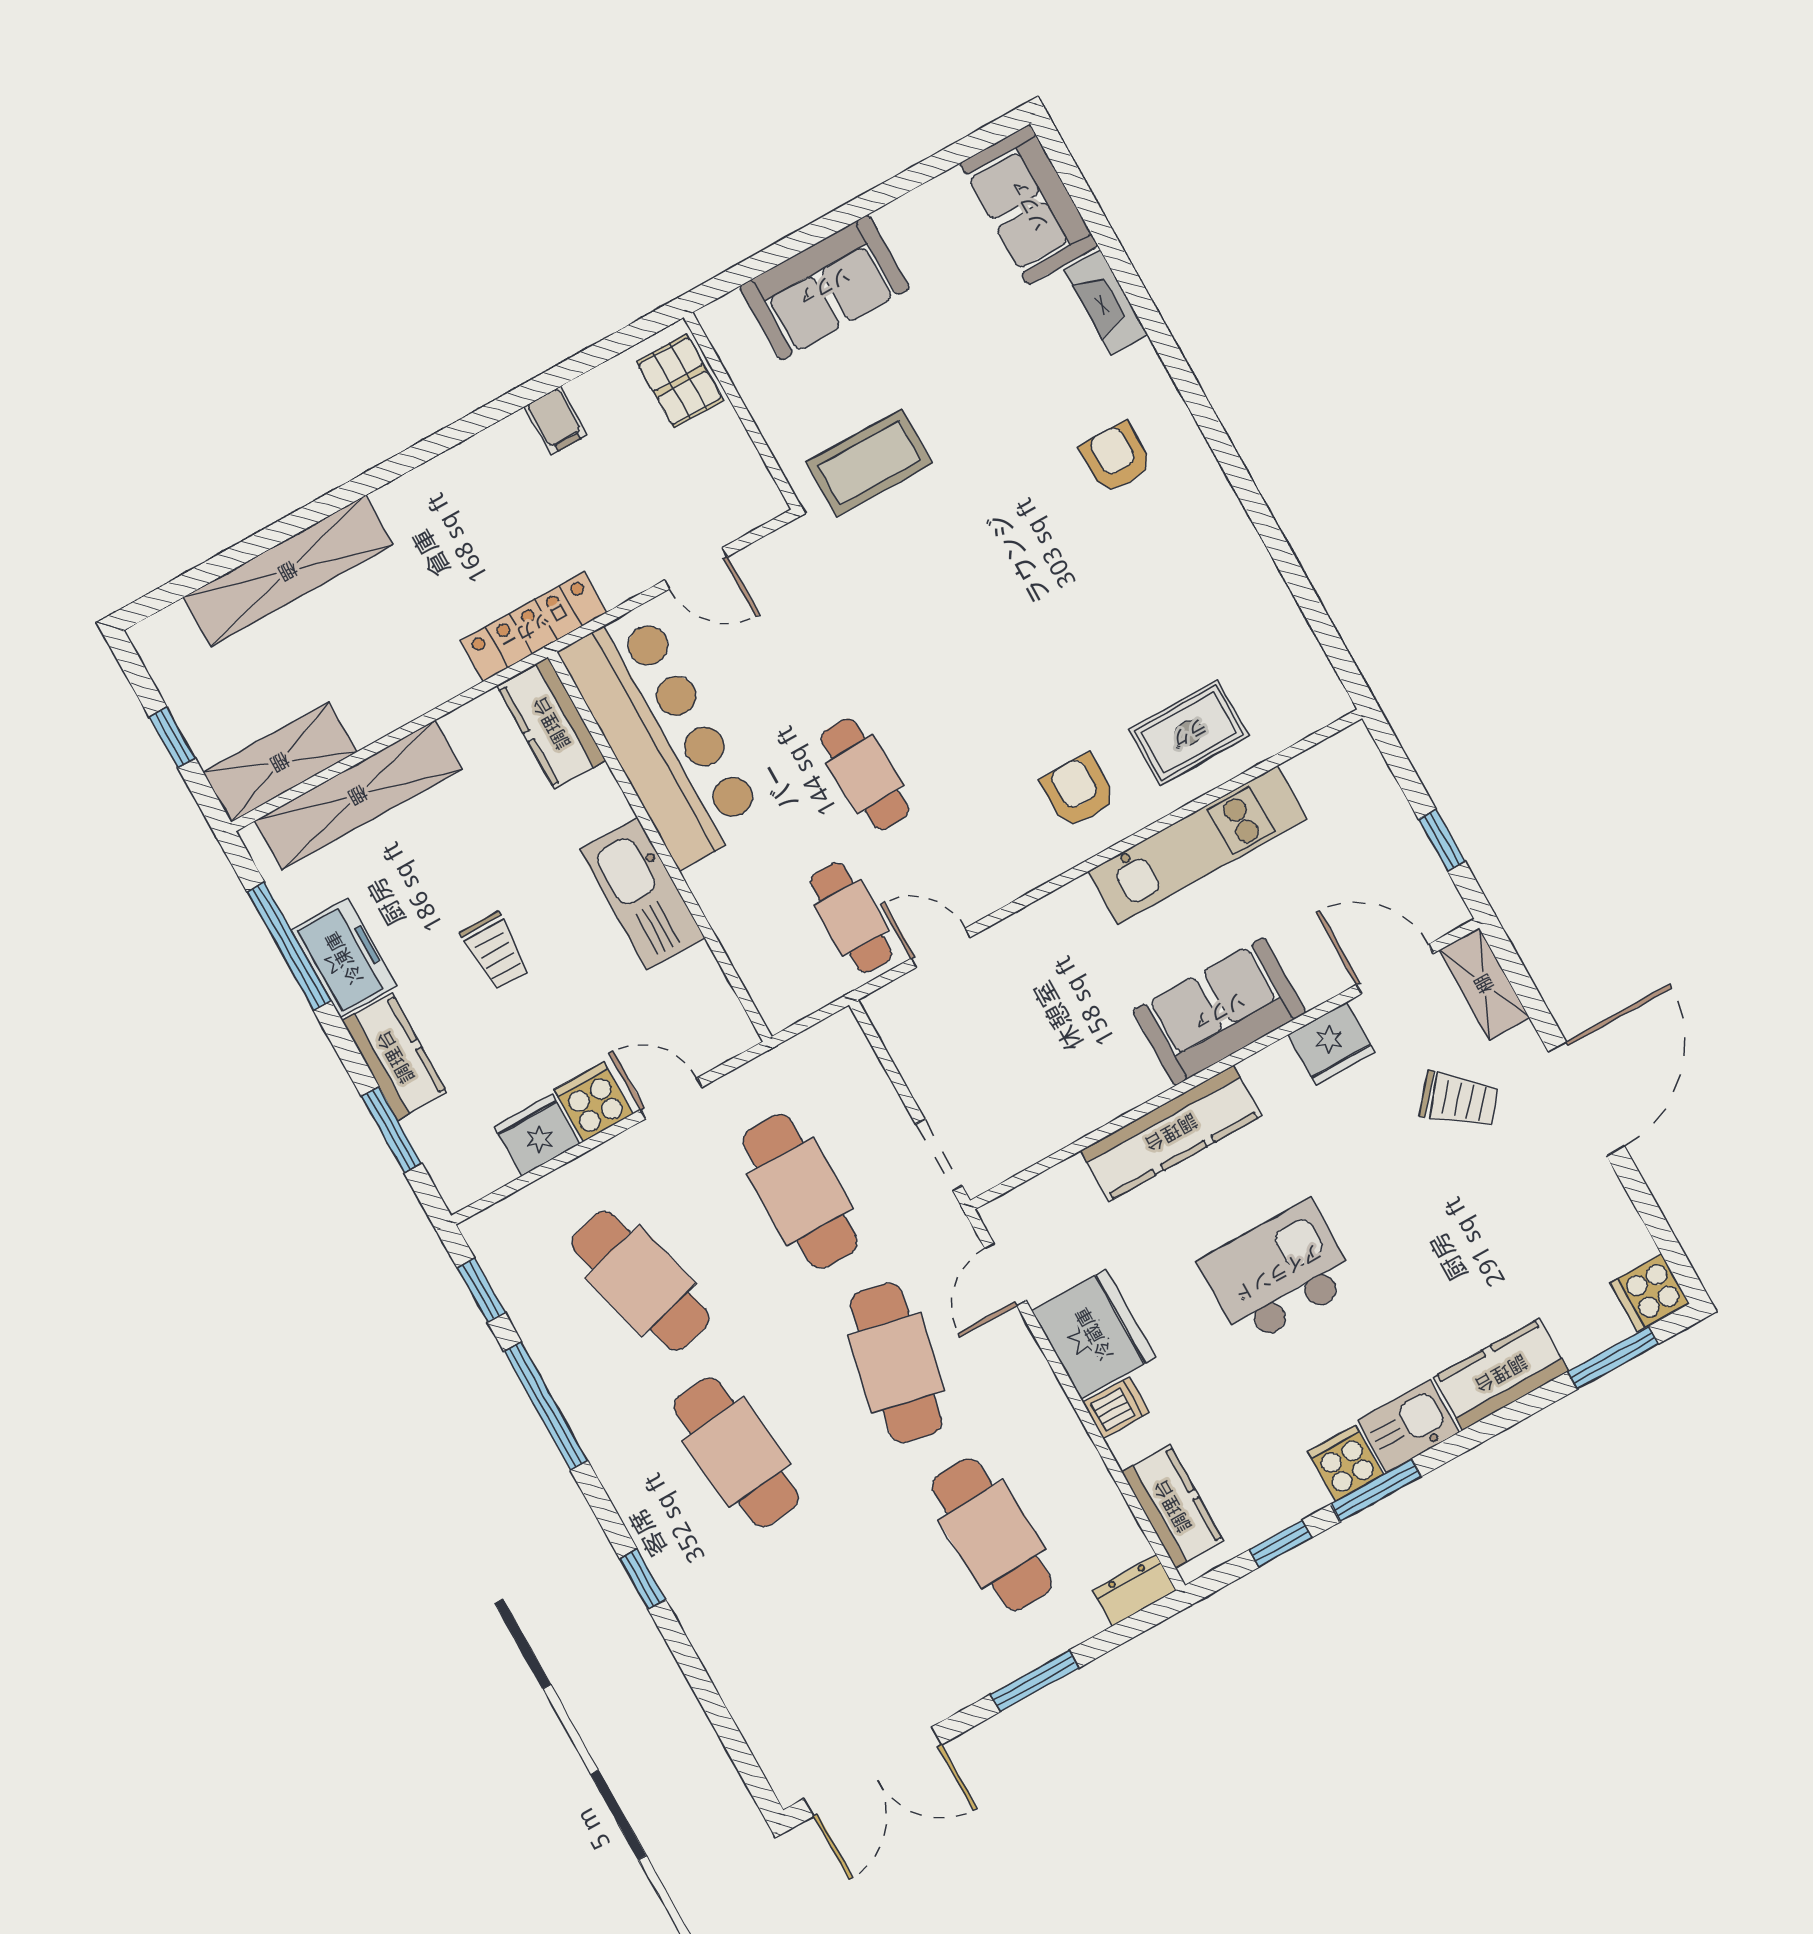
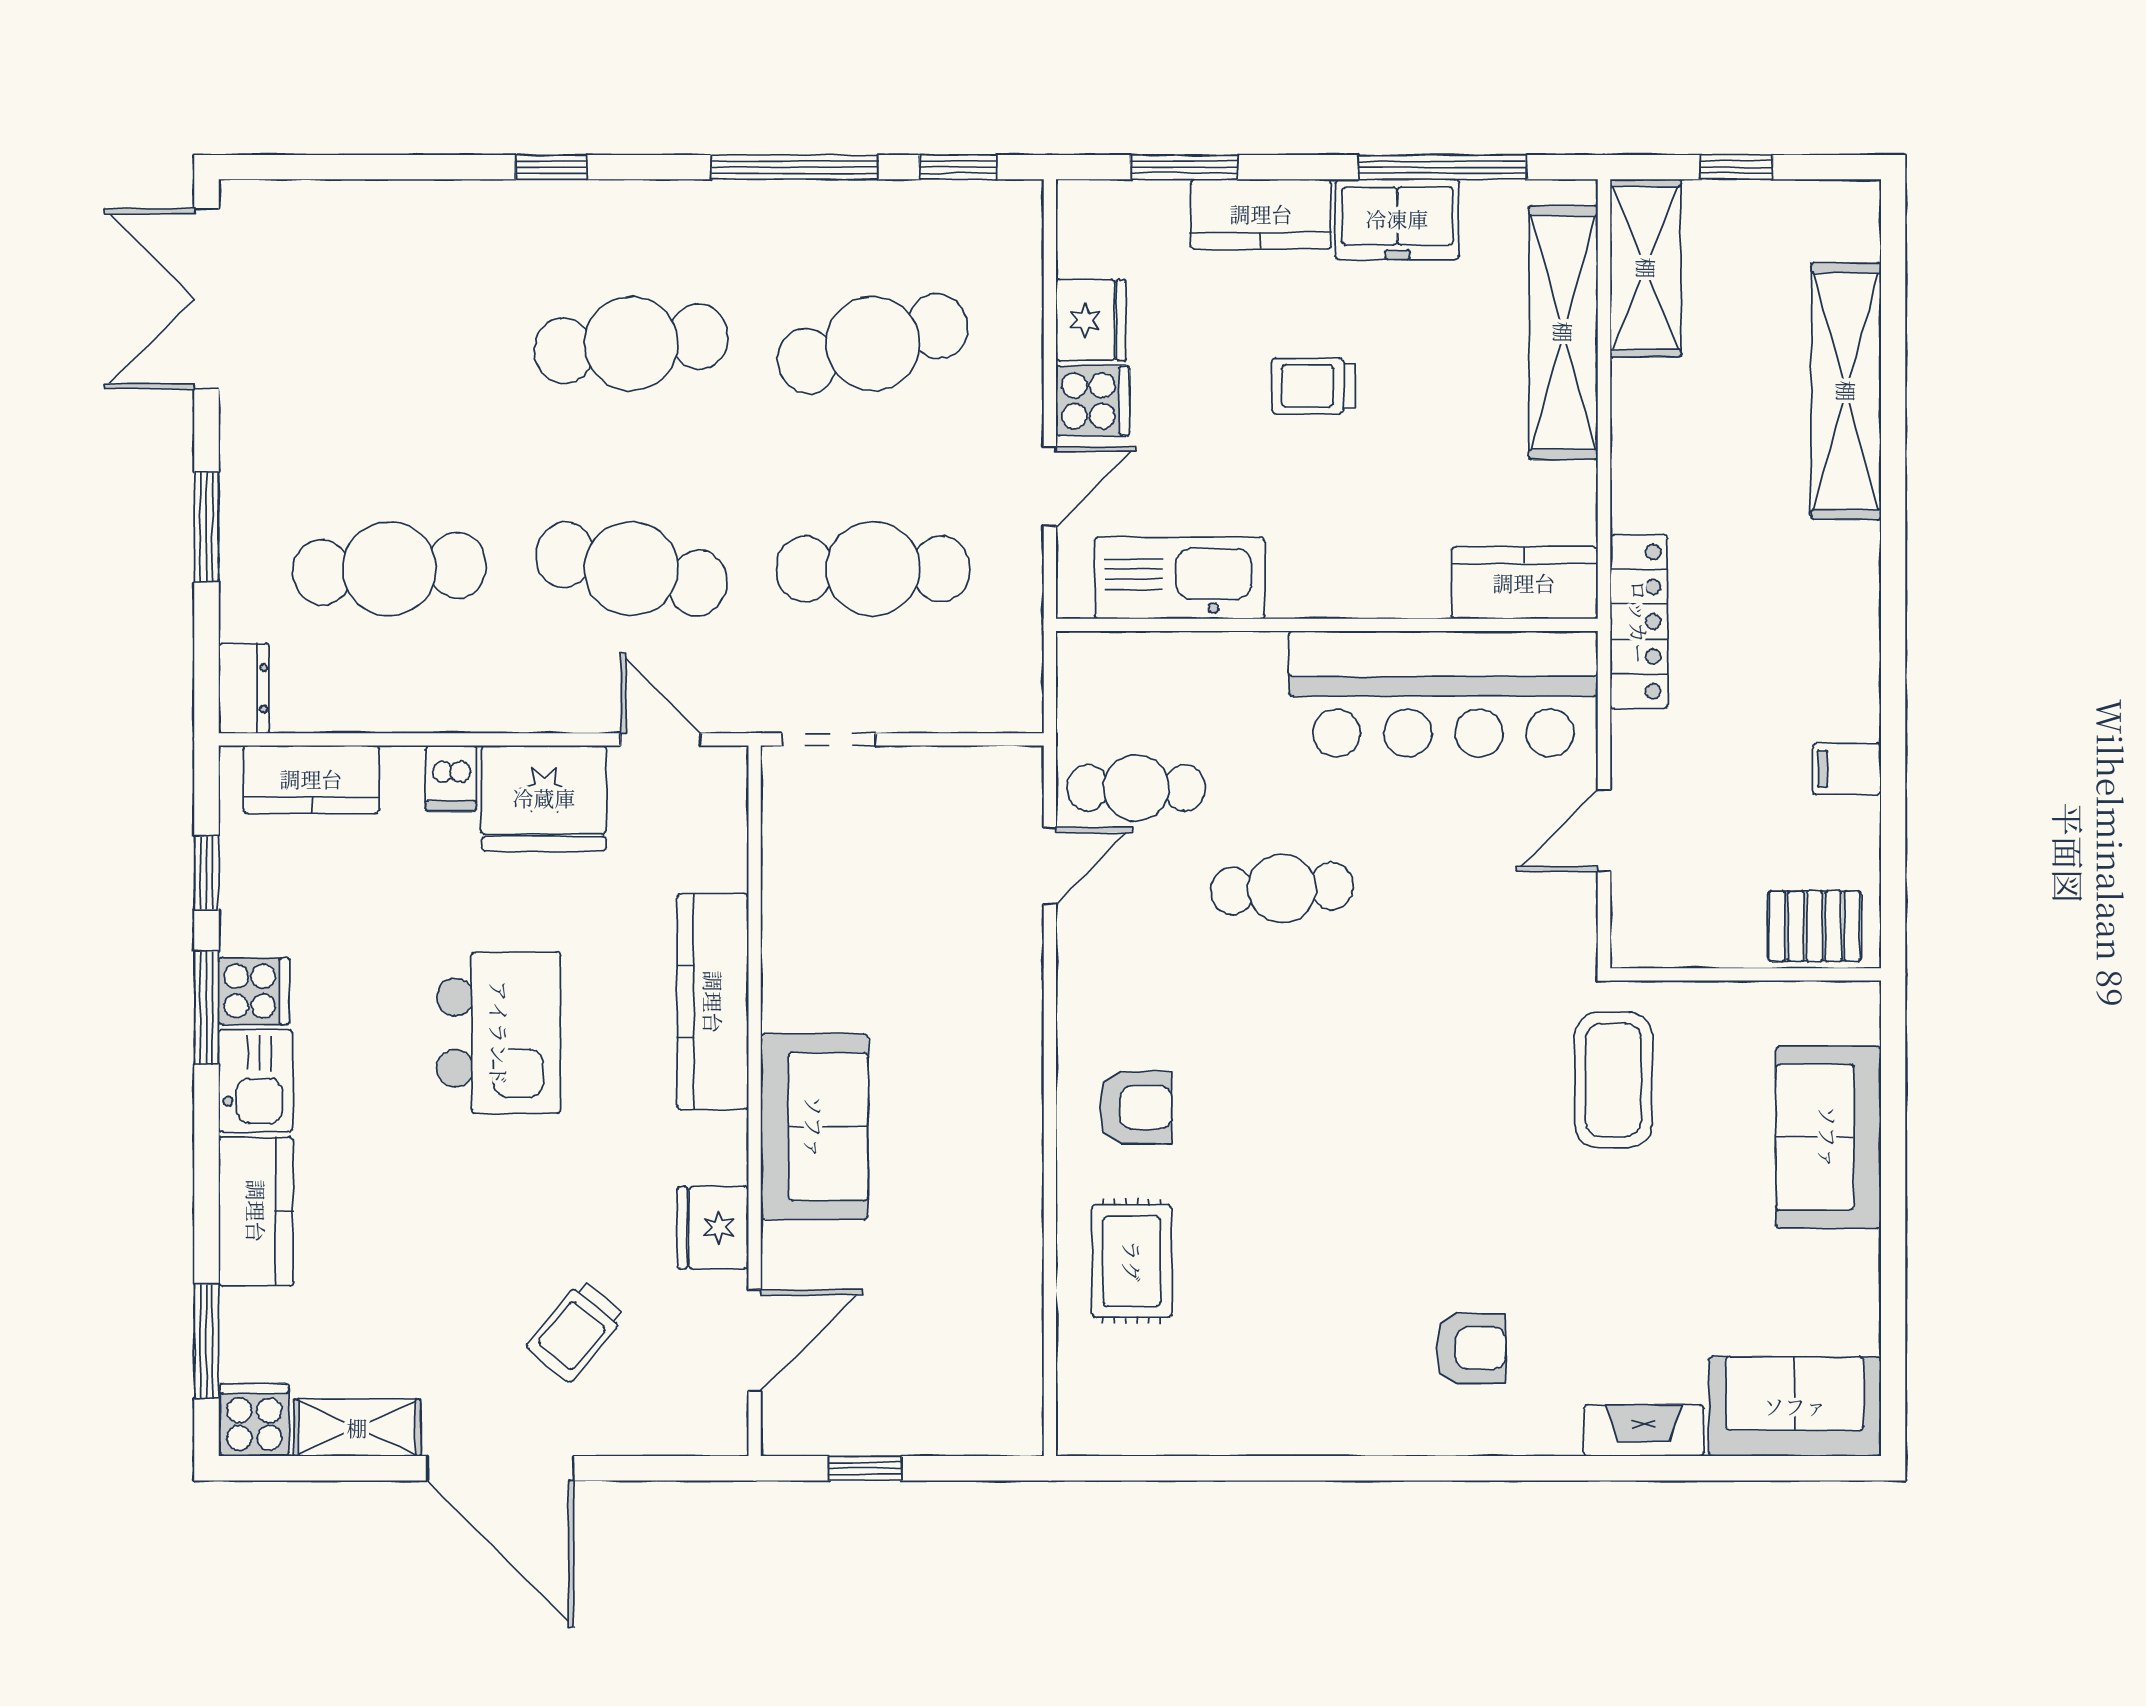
kitchen unit: (1198, 845) -> (1006, 1203), removed
kitchen sink: (642, 894) -> (1180, 578), moved
shelving: (1484, 984) -> (357, 1428), moved

